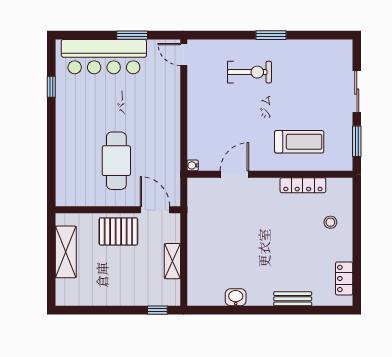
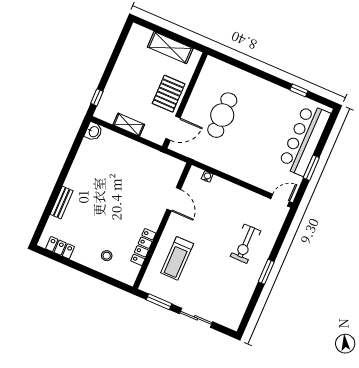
cafe table: (116, 161) -> (222, 115), turned 90
water cooler: (193, 165) -> (207, 177), moved
washbasin: (236, 297) -> (94, 132), moved

